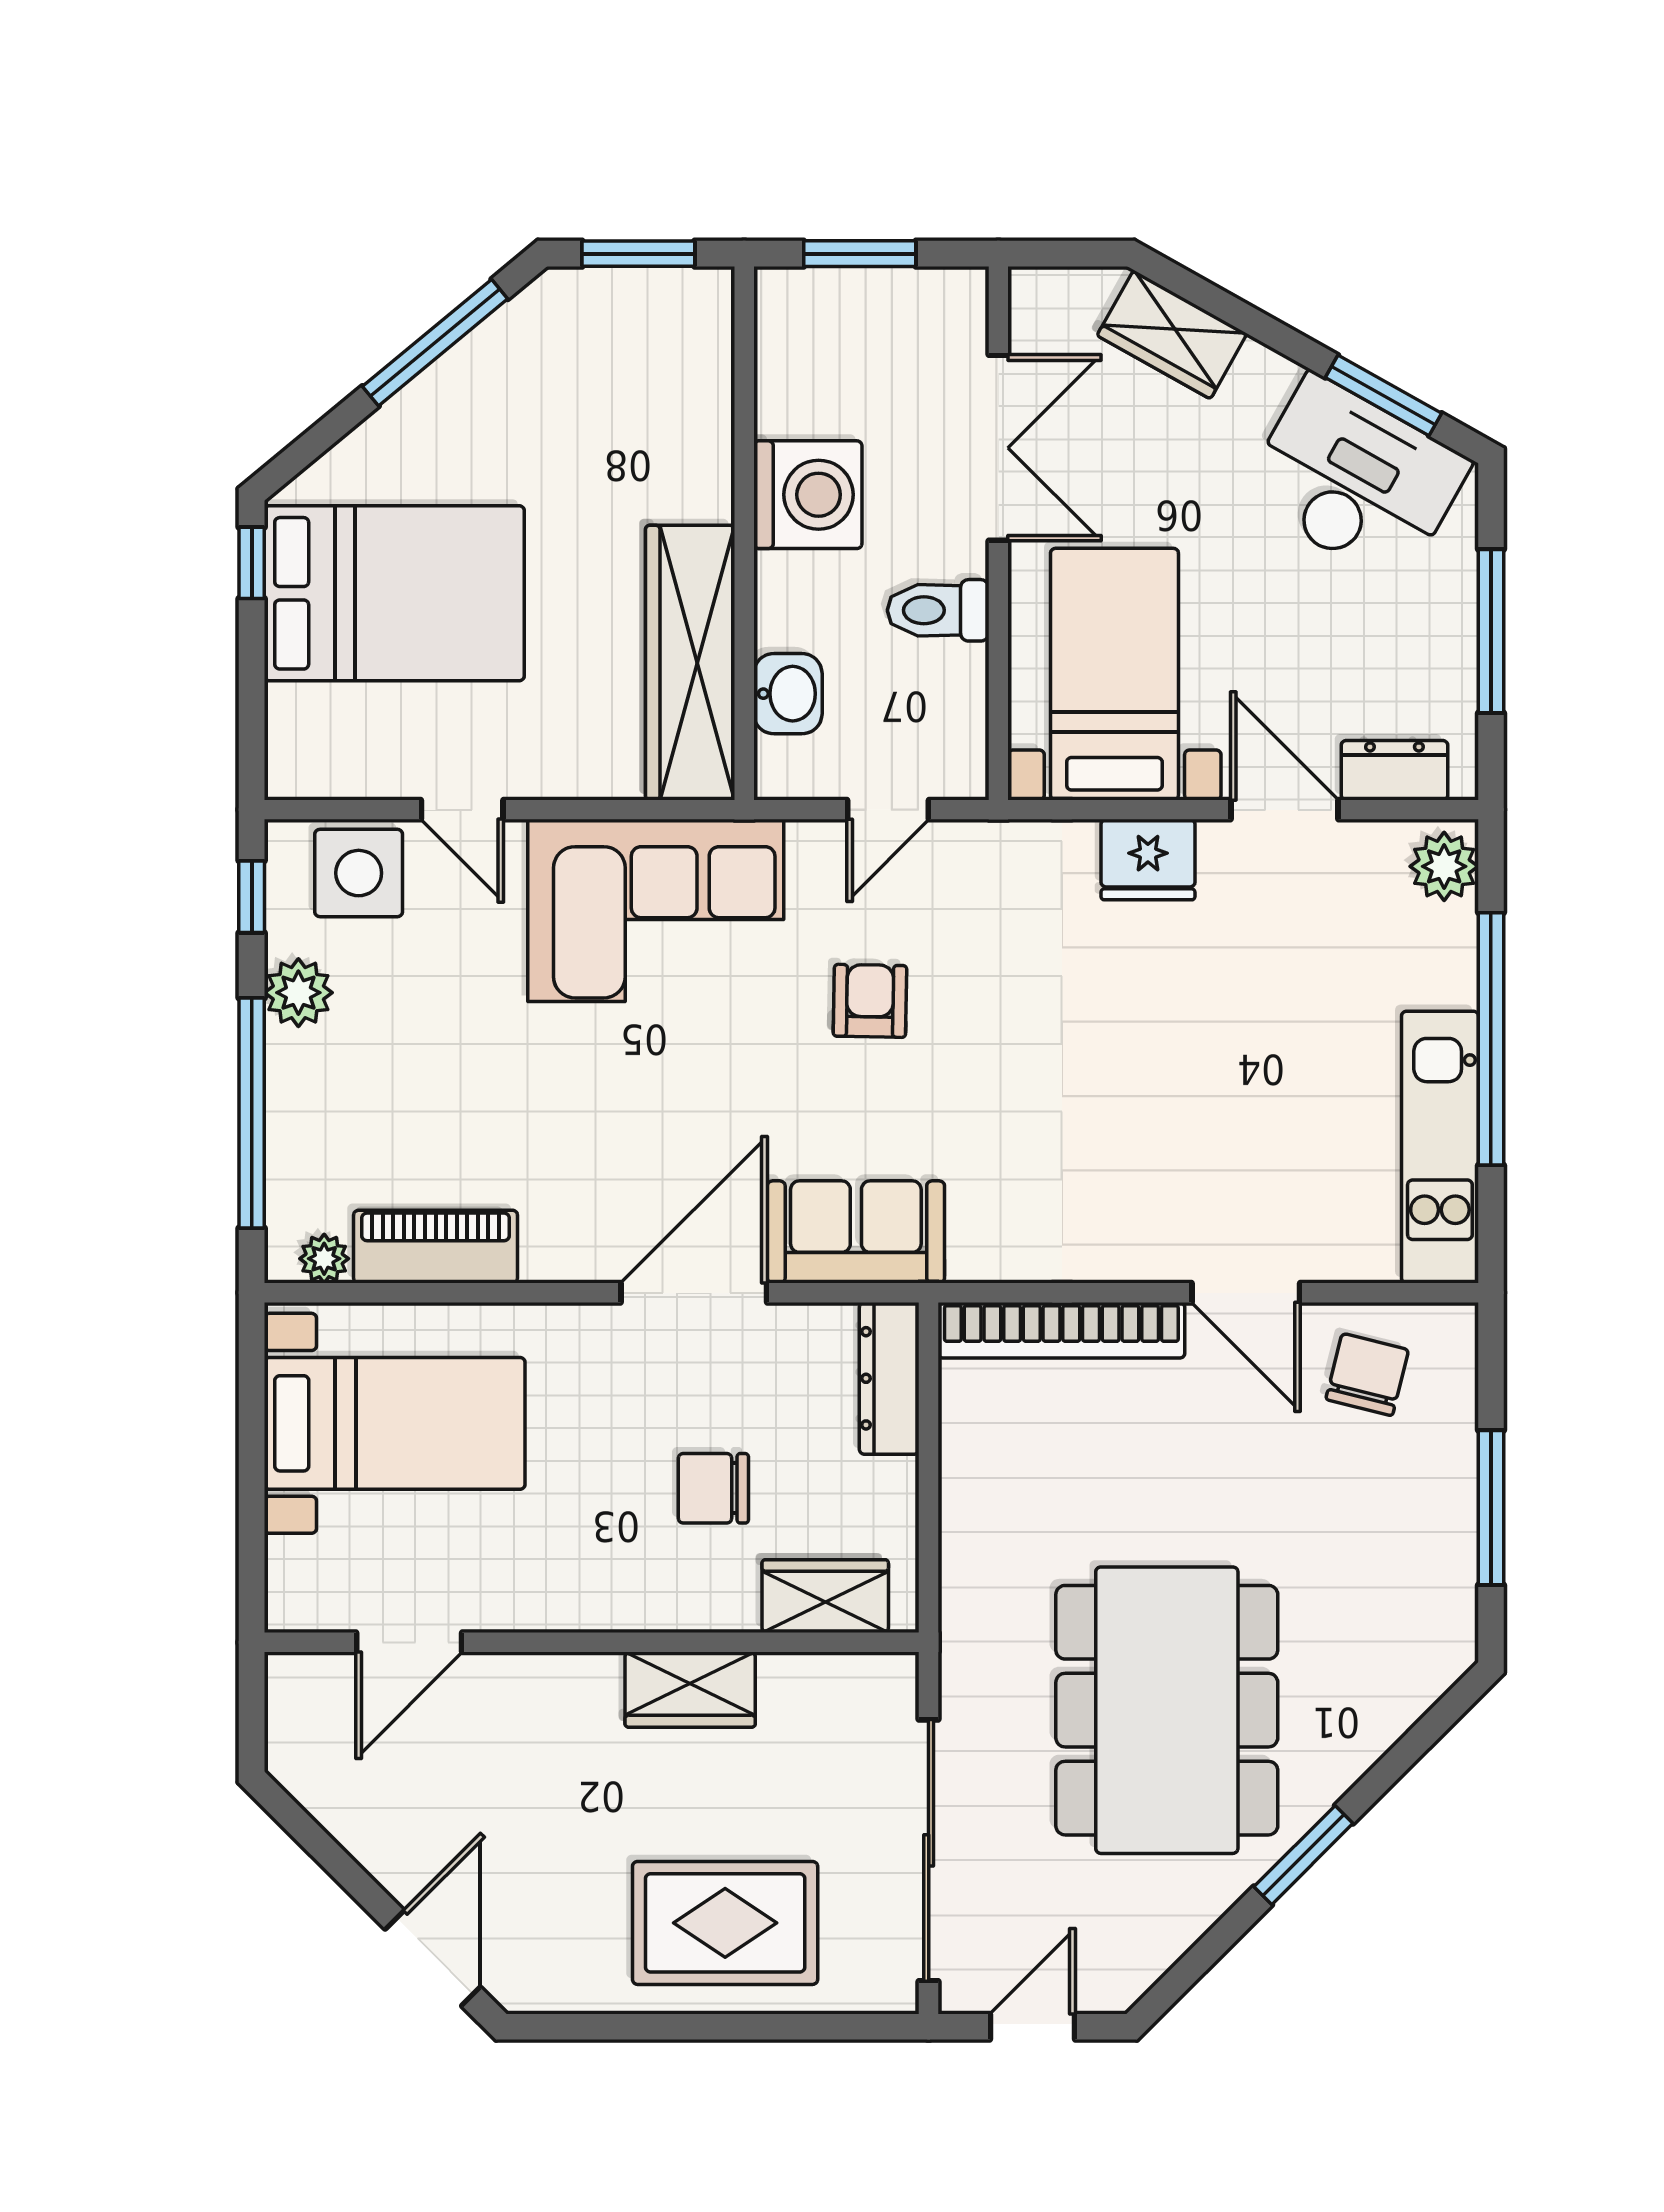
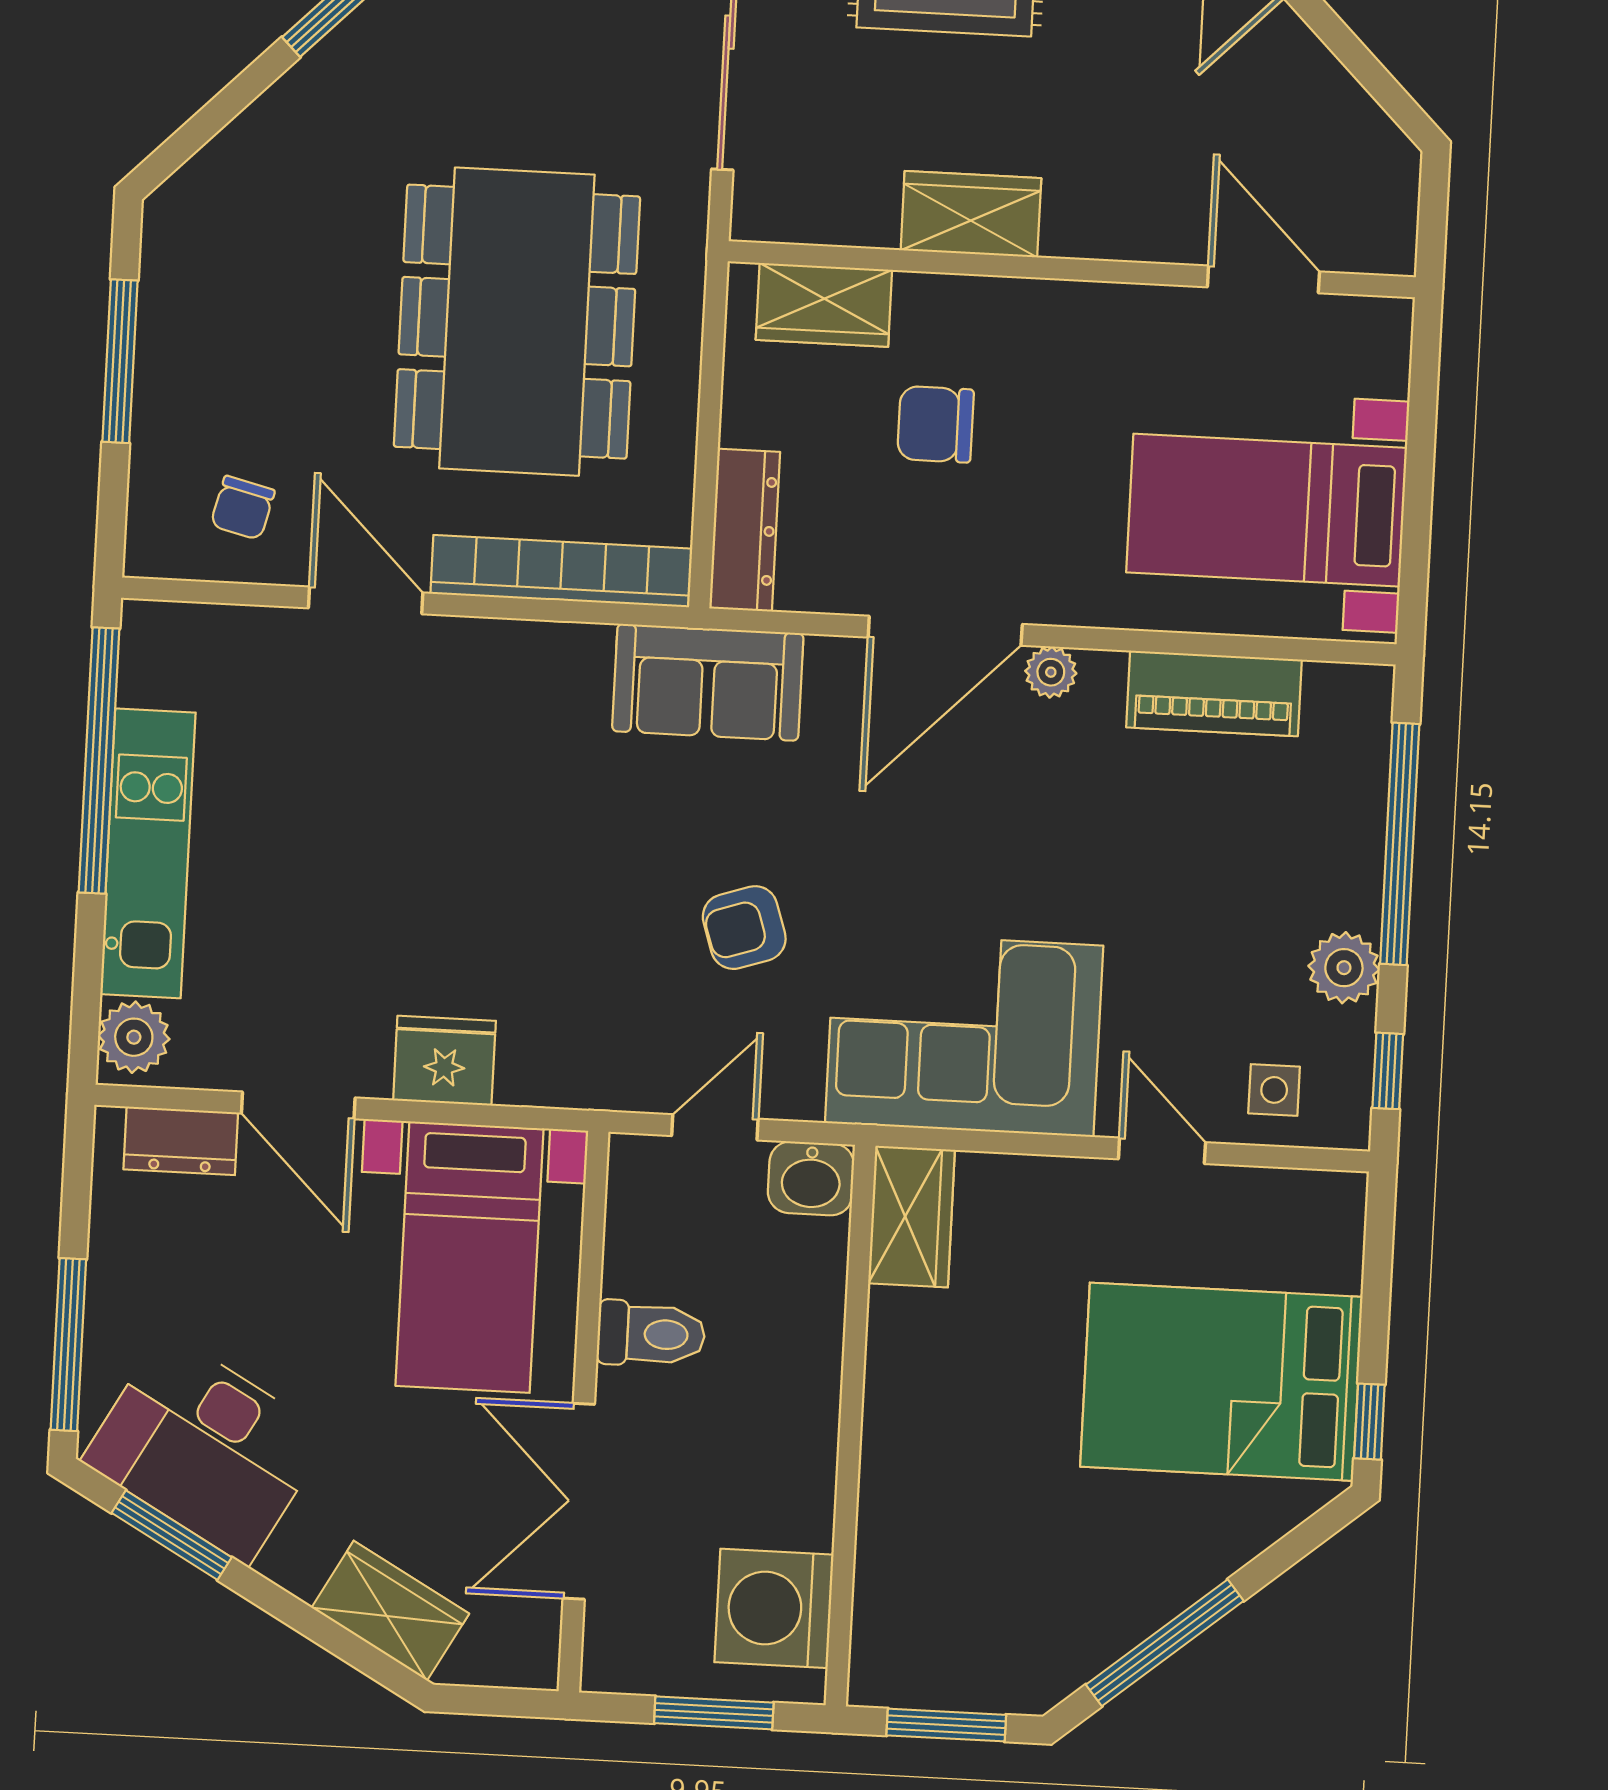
washing machine: (808, 495) -> (774, 1608), moved
window: (1491, 631) -> (68, 1345), moved
wardrobe: (690, 663) -> (911, 1217), width x0.48, depth x0.85
washbasin: (788, 694) -> (811, 1178), moved, turned -90
side table: (359, 873) -> (1274, 1090), width x0.54, depth x0.54
armchair: (870, 1001) -> (744, 928), turned 71
window: (1491, 1039) -> (99, 761), moved
kitchen unit: (1440, 1147) -> (148, 853), moved
sofa: (856, 1232) -> (708, 682), moved
plant: (324, 1259) -> (1051, 672), moved
chair: (1367, 1375) -> (243, 508), width x0.73, depth x0.73
chair: (713, 1488) -> (935, 424), turned 180
door: (409, 1642) -> (1263, 279), hinge flipped
dining table: (1167, 1710) -> (517, 322), moved

